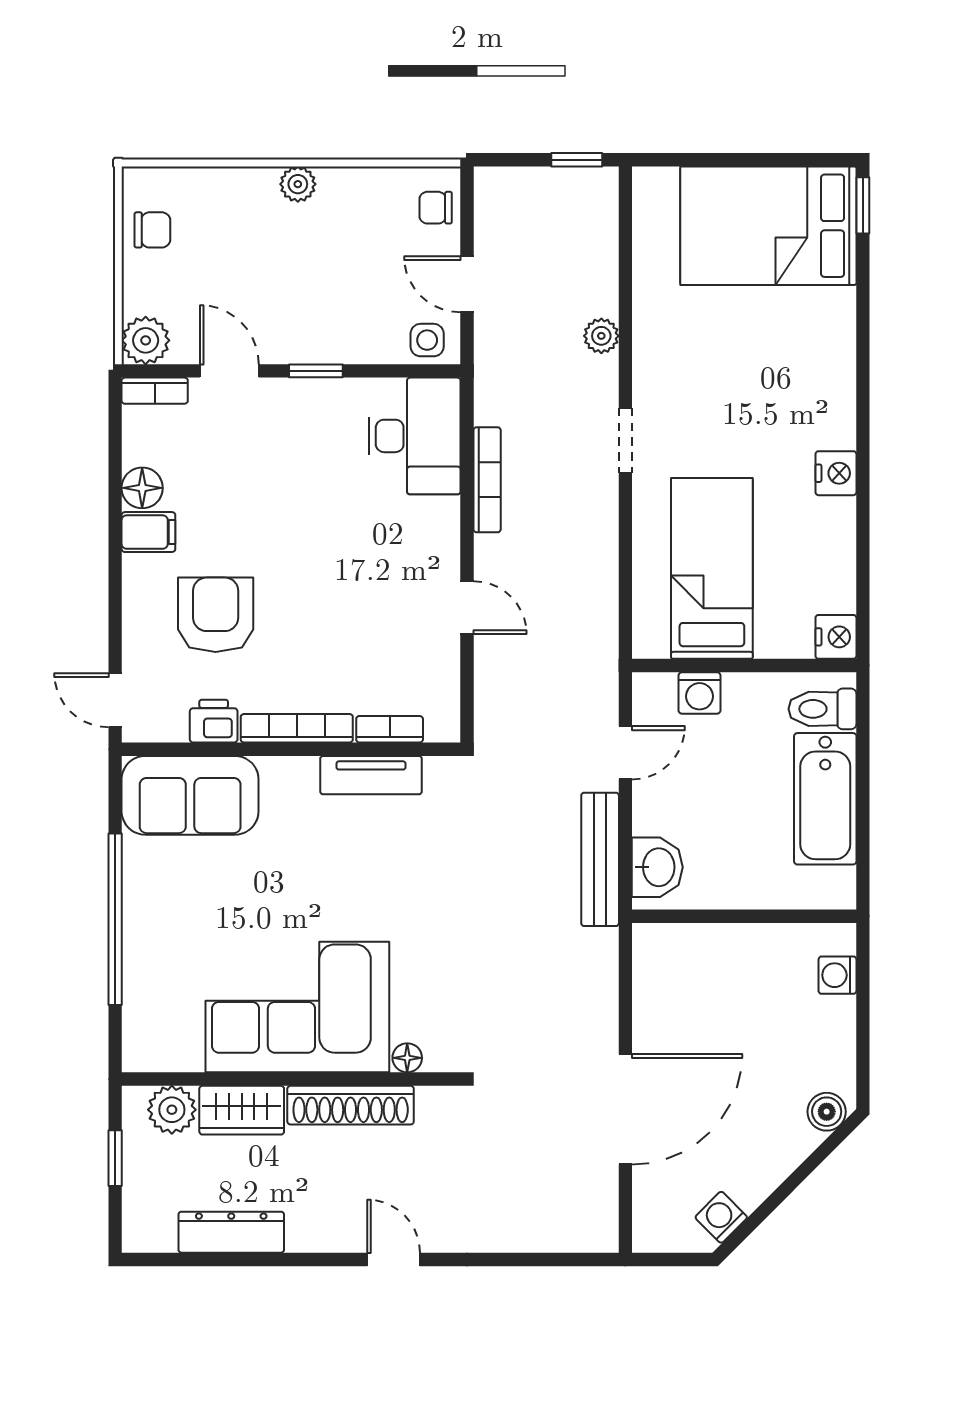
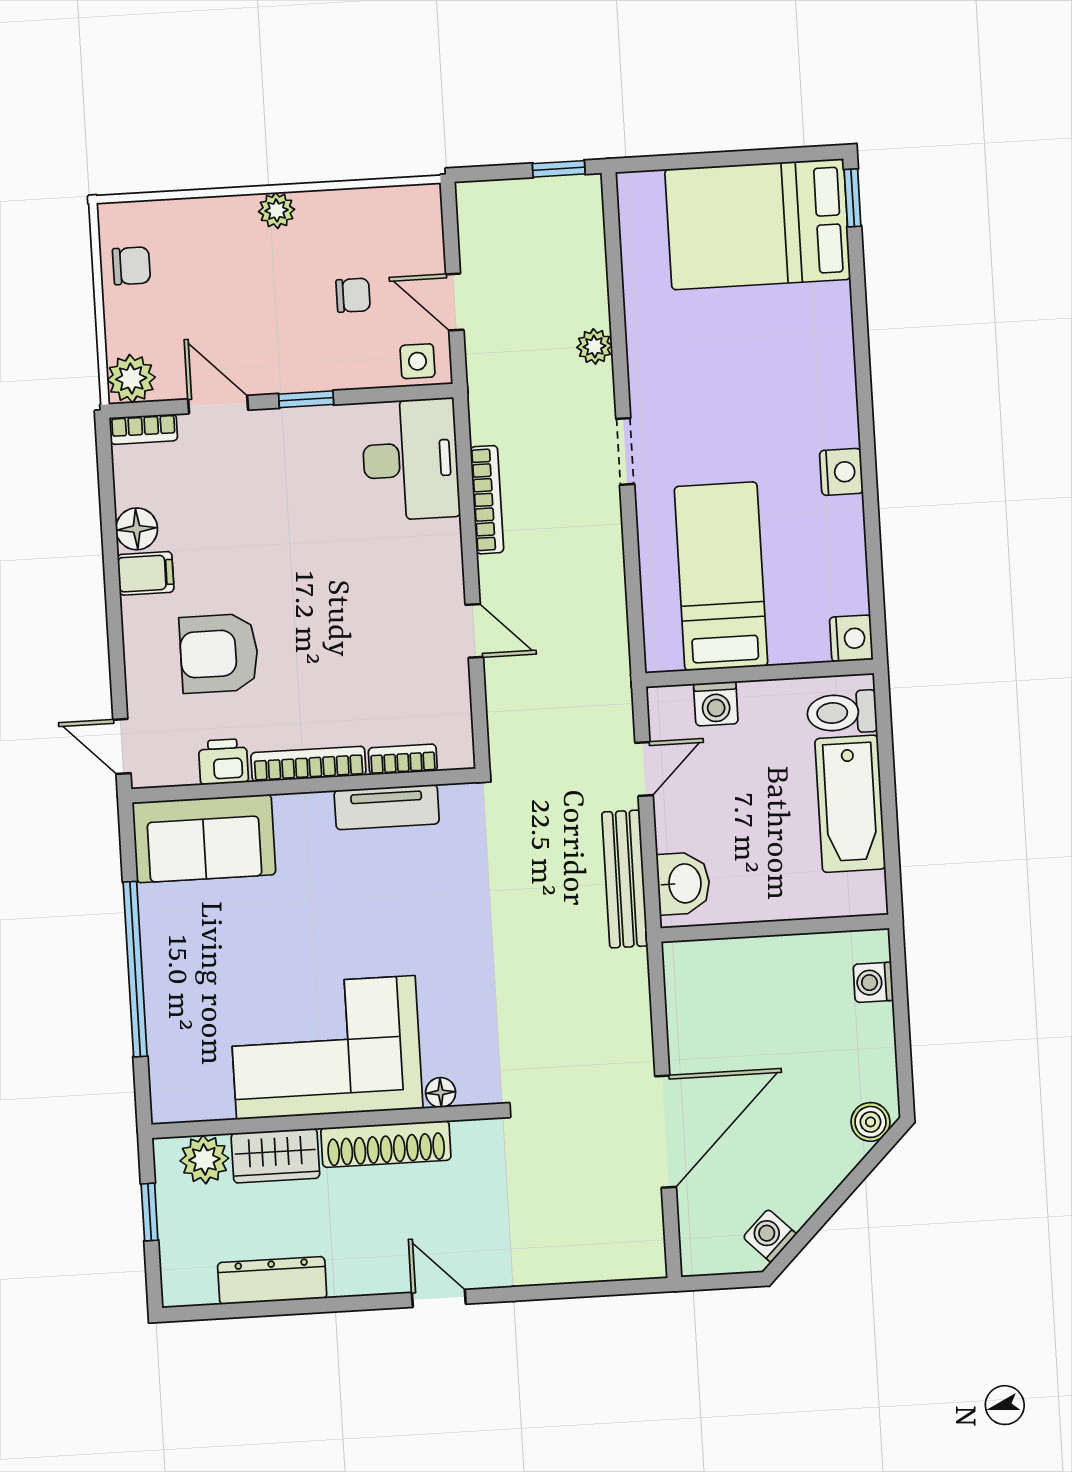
chair: (436, 208) -> (353, 295), moved, turned 180
armchair: (216, 615) -> (219, 653), turned -90

